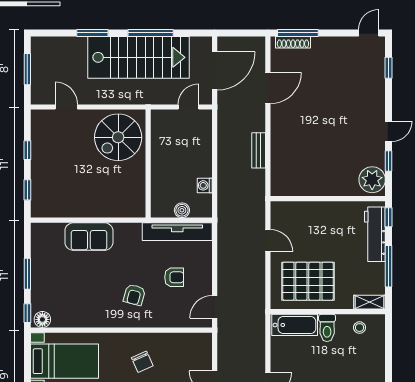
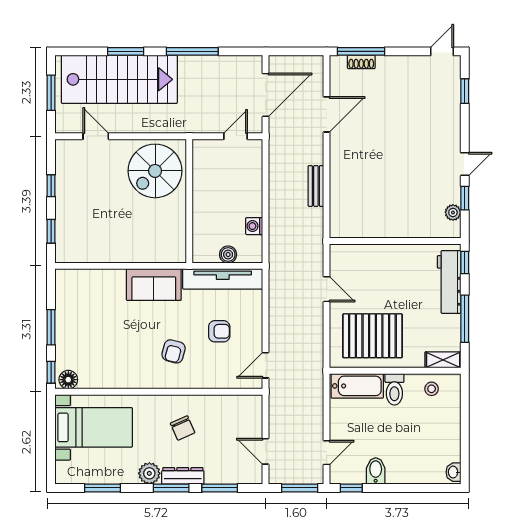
shoe rack: (293, 42) -> (361, 62), width x0.70
stairs: (138, 57) -> (119, 79), moved
plant: (372, 180) -> (453, 212), width x0.53, depth x0.53
sofa: (89, 237) -> (154, 285), moved

